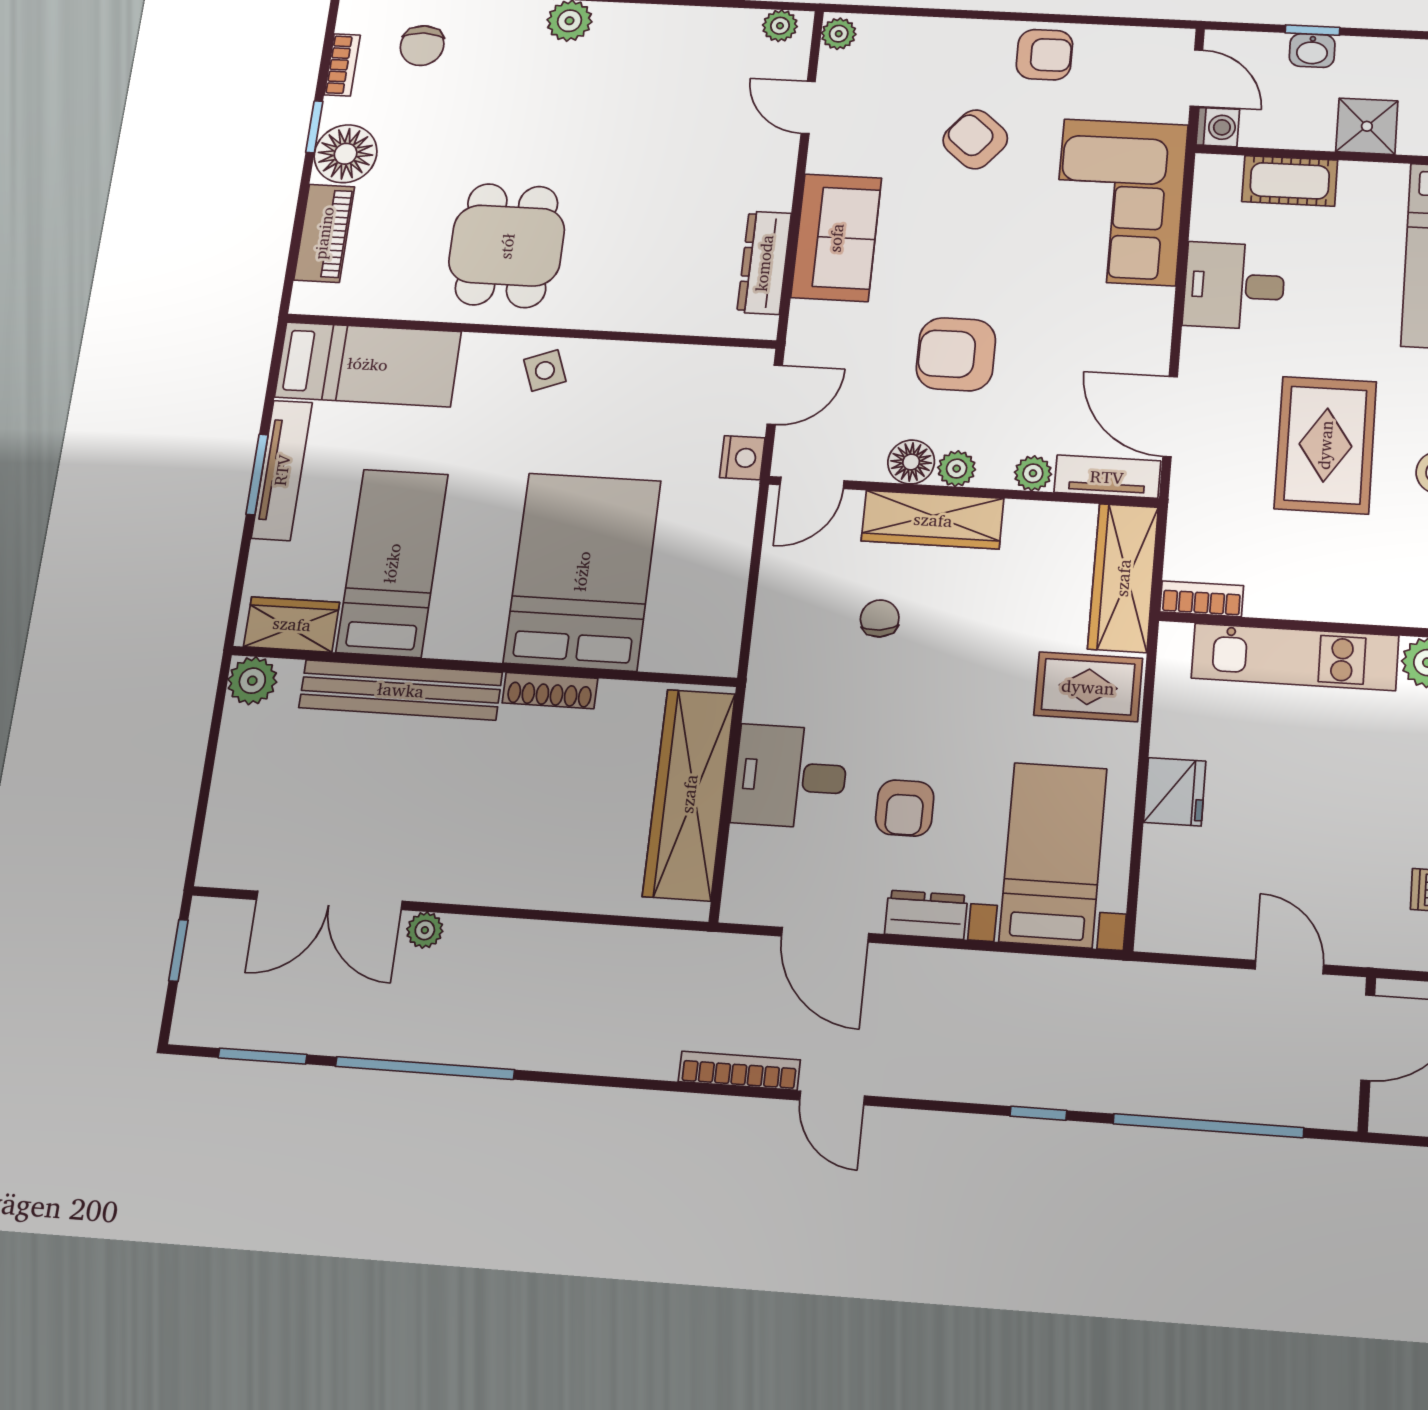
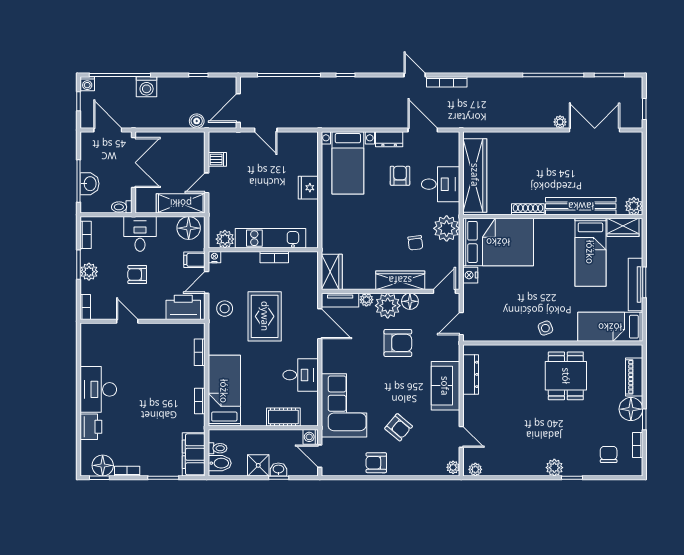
shower: (1367, 126) -> (258, 465), moved
nightstand: (742, 458) -> (470, 275), moved
plant: (957, 469) -> (388, 306), width x1.88, depth x1.88
bed: (582, 571) -> (498, 242), moved, turned -90
wardrobe: (1123, 578) -> (332, 272), width x0.67
bookcase: (1202, 599) -> (274, 257), moved
plant: (787, 652) -> (447, 228), added
rug: (1088, 687) -> (341, 223), removed

